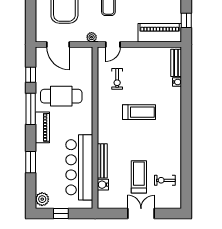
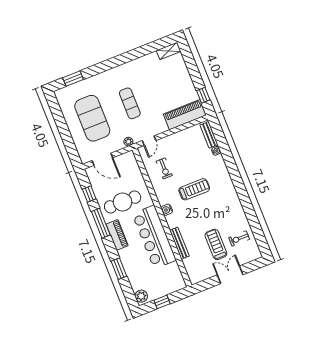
bar counter: (79, 167) -> (154, 237), moved
water cooler: (103, 185) -> (167, 210), moved

